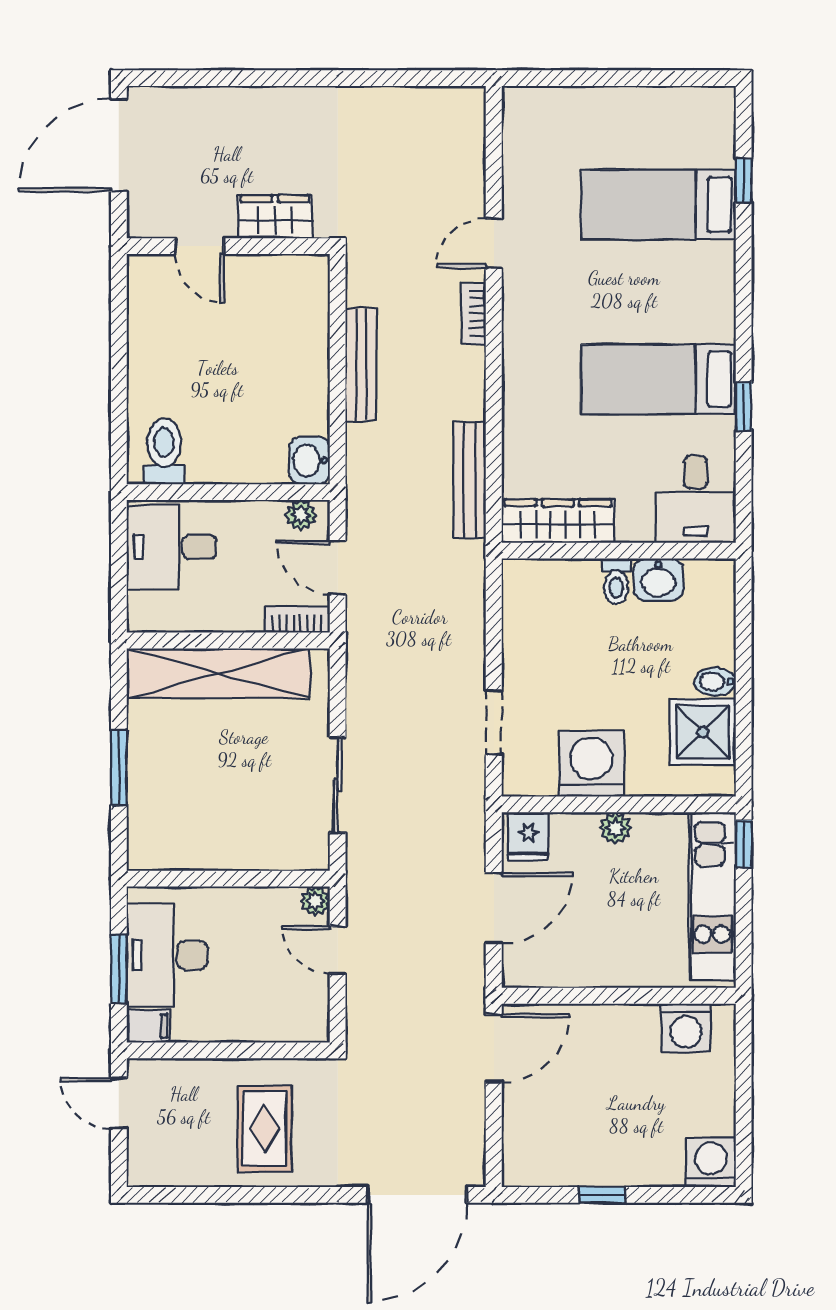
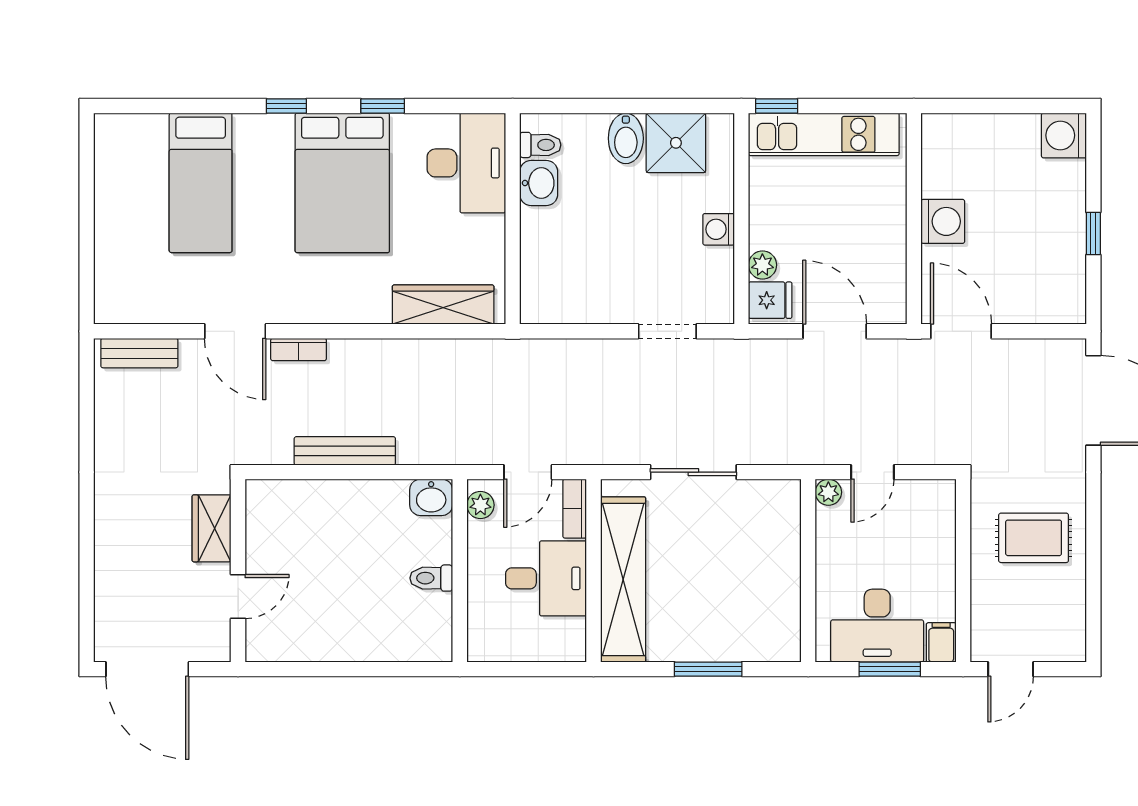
window: (744, 180) -> (286, 106), moved
door: (494, 243) -> (235, 331), width x1.37
bed: (658, 379) -> (342, 183), width x1.50
toilet: (164, 451) -> (431, 578), moved, width x0.73, depth x0.72
bench: (470, 480) -> (139, 353), moved, width x0.73
desk: (696, 499) -> (466, 163), width x1.37
wardrobe: (558, 521) -> (443, 305), moved, turned 90
desk: (172, 547) -> (546, 578), moved, turned -90
toilet: (616, 581) -> (540, 145), moved
bidet: (715, 682) -> (626, 138), width x1.38, depth x1.36
washing machine: (591, 764) -> (719, 229), width x0.53, depth x0.53
sliding door: (338, 785) -> (693, 472), moved
plant: (615, 828) -> (762, 265), moved
washing machine: (686, 1028) -> (943, 221), moved

